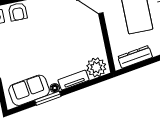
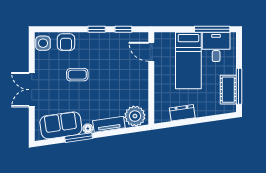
coffee table: (35, 40) -> (77, 75), added
dresser: (135, 57) -> (182, 113), width x0.70

